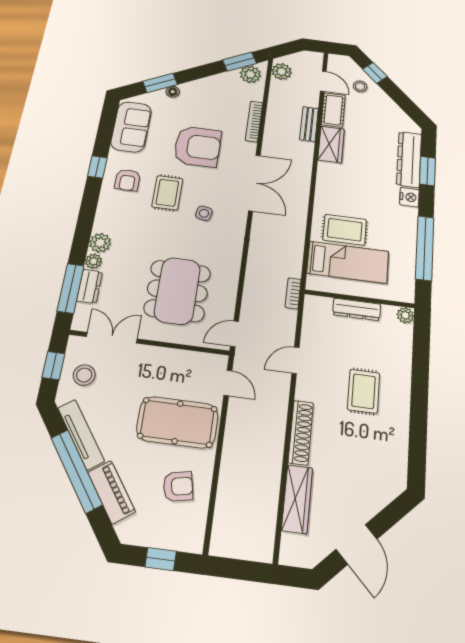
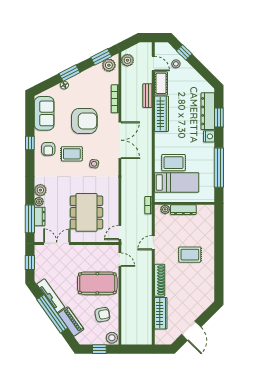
window: (160, 83) -> (69, 73), moved
wardrobe: (331, 144) -> (162, 114), width x1.50
rug: (167, 193) -> (72, 154), turned 90
plant: (405, 315) -> (165, 209), moved
stool: (84, 375) -> (112, 338), moved
rug: (364, 391) -> (190, 255), turned 90

